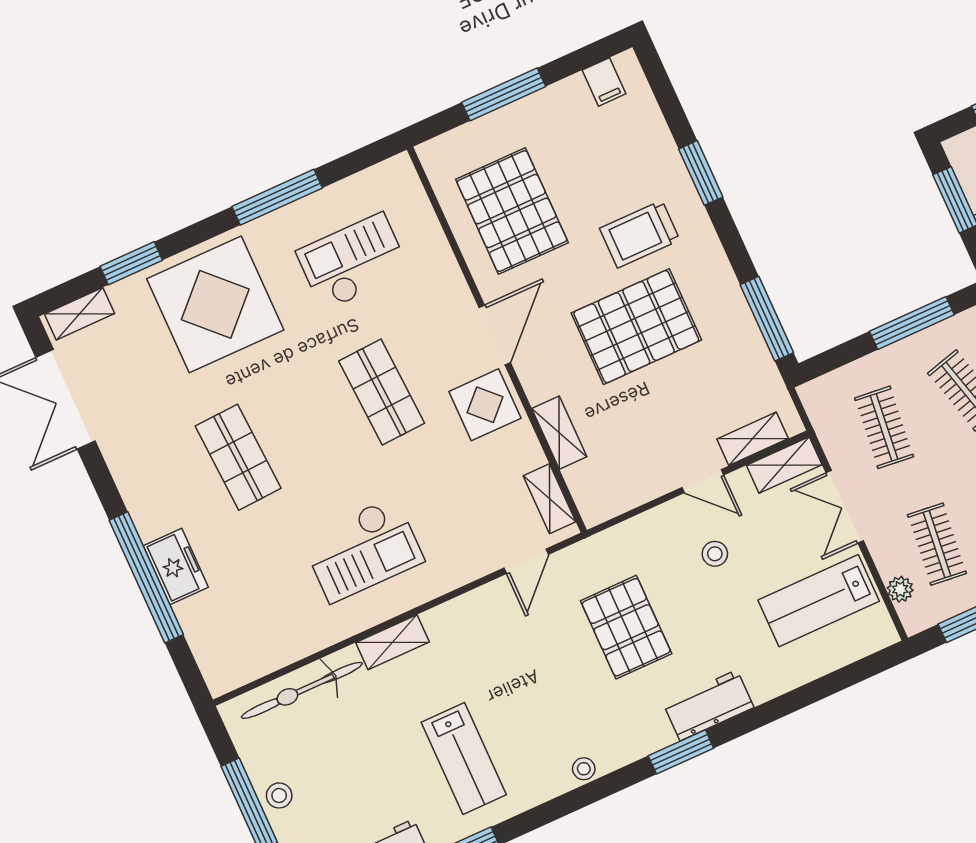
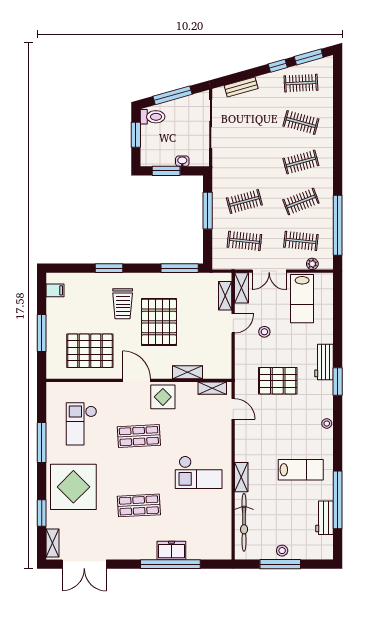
checkout: (363, 550) -> (199, 472), turned 90

